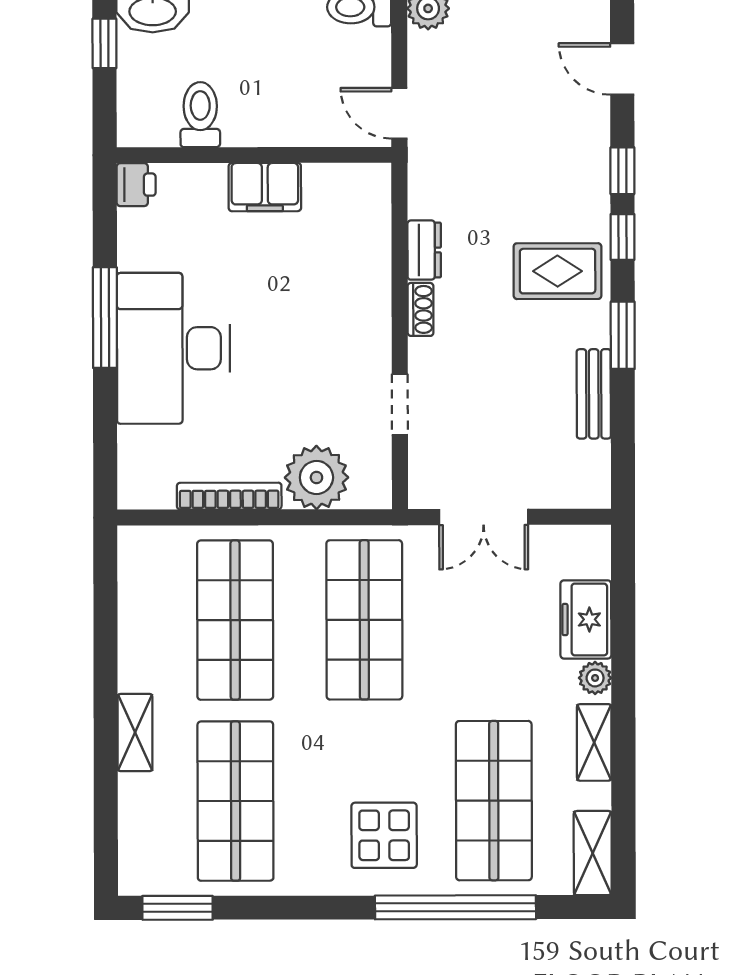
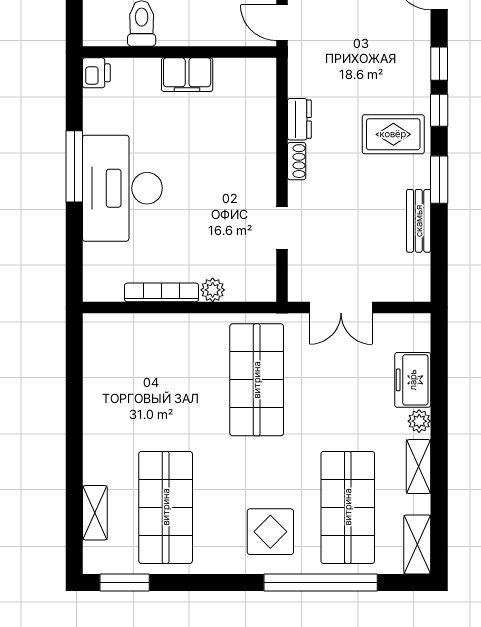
plant: (316, 477) -> (213, 290), width x0.53, depth x0.53
shop shelf: (235, 620) -> (166, 380), removed
shelving: (135, 733) -> (95, 513), moved

